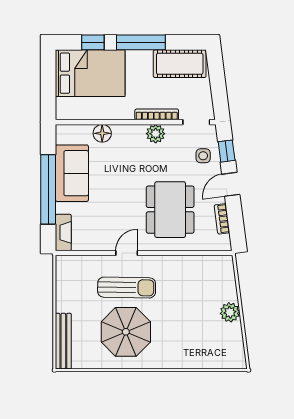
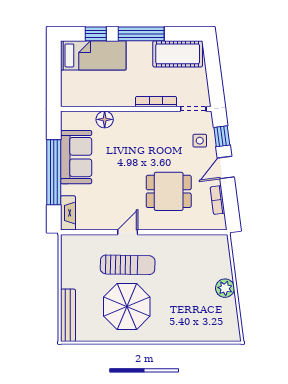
bed: (90, 73) -> (93, 55), width x0.67
plant: (156, 134) -> (155, 120), removed
dining table: (170, 210) -> (169, 191), width x0.73

